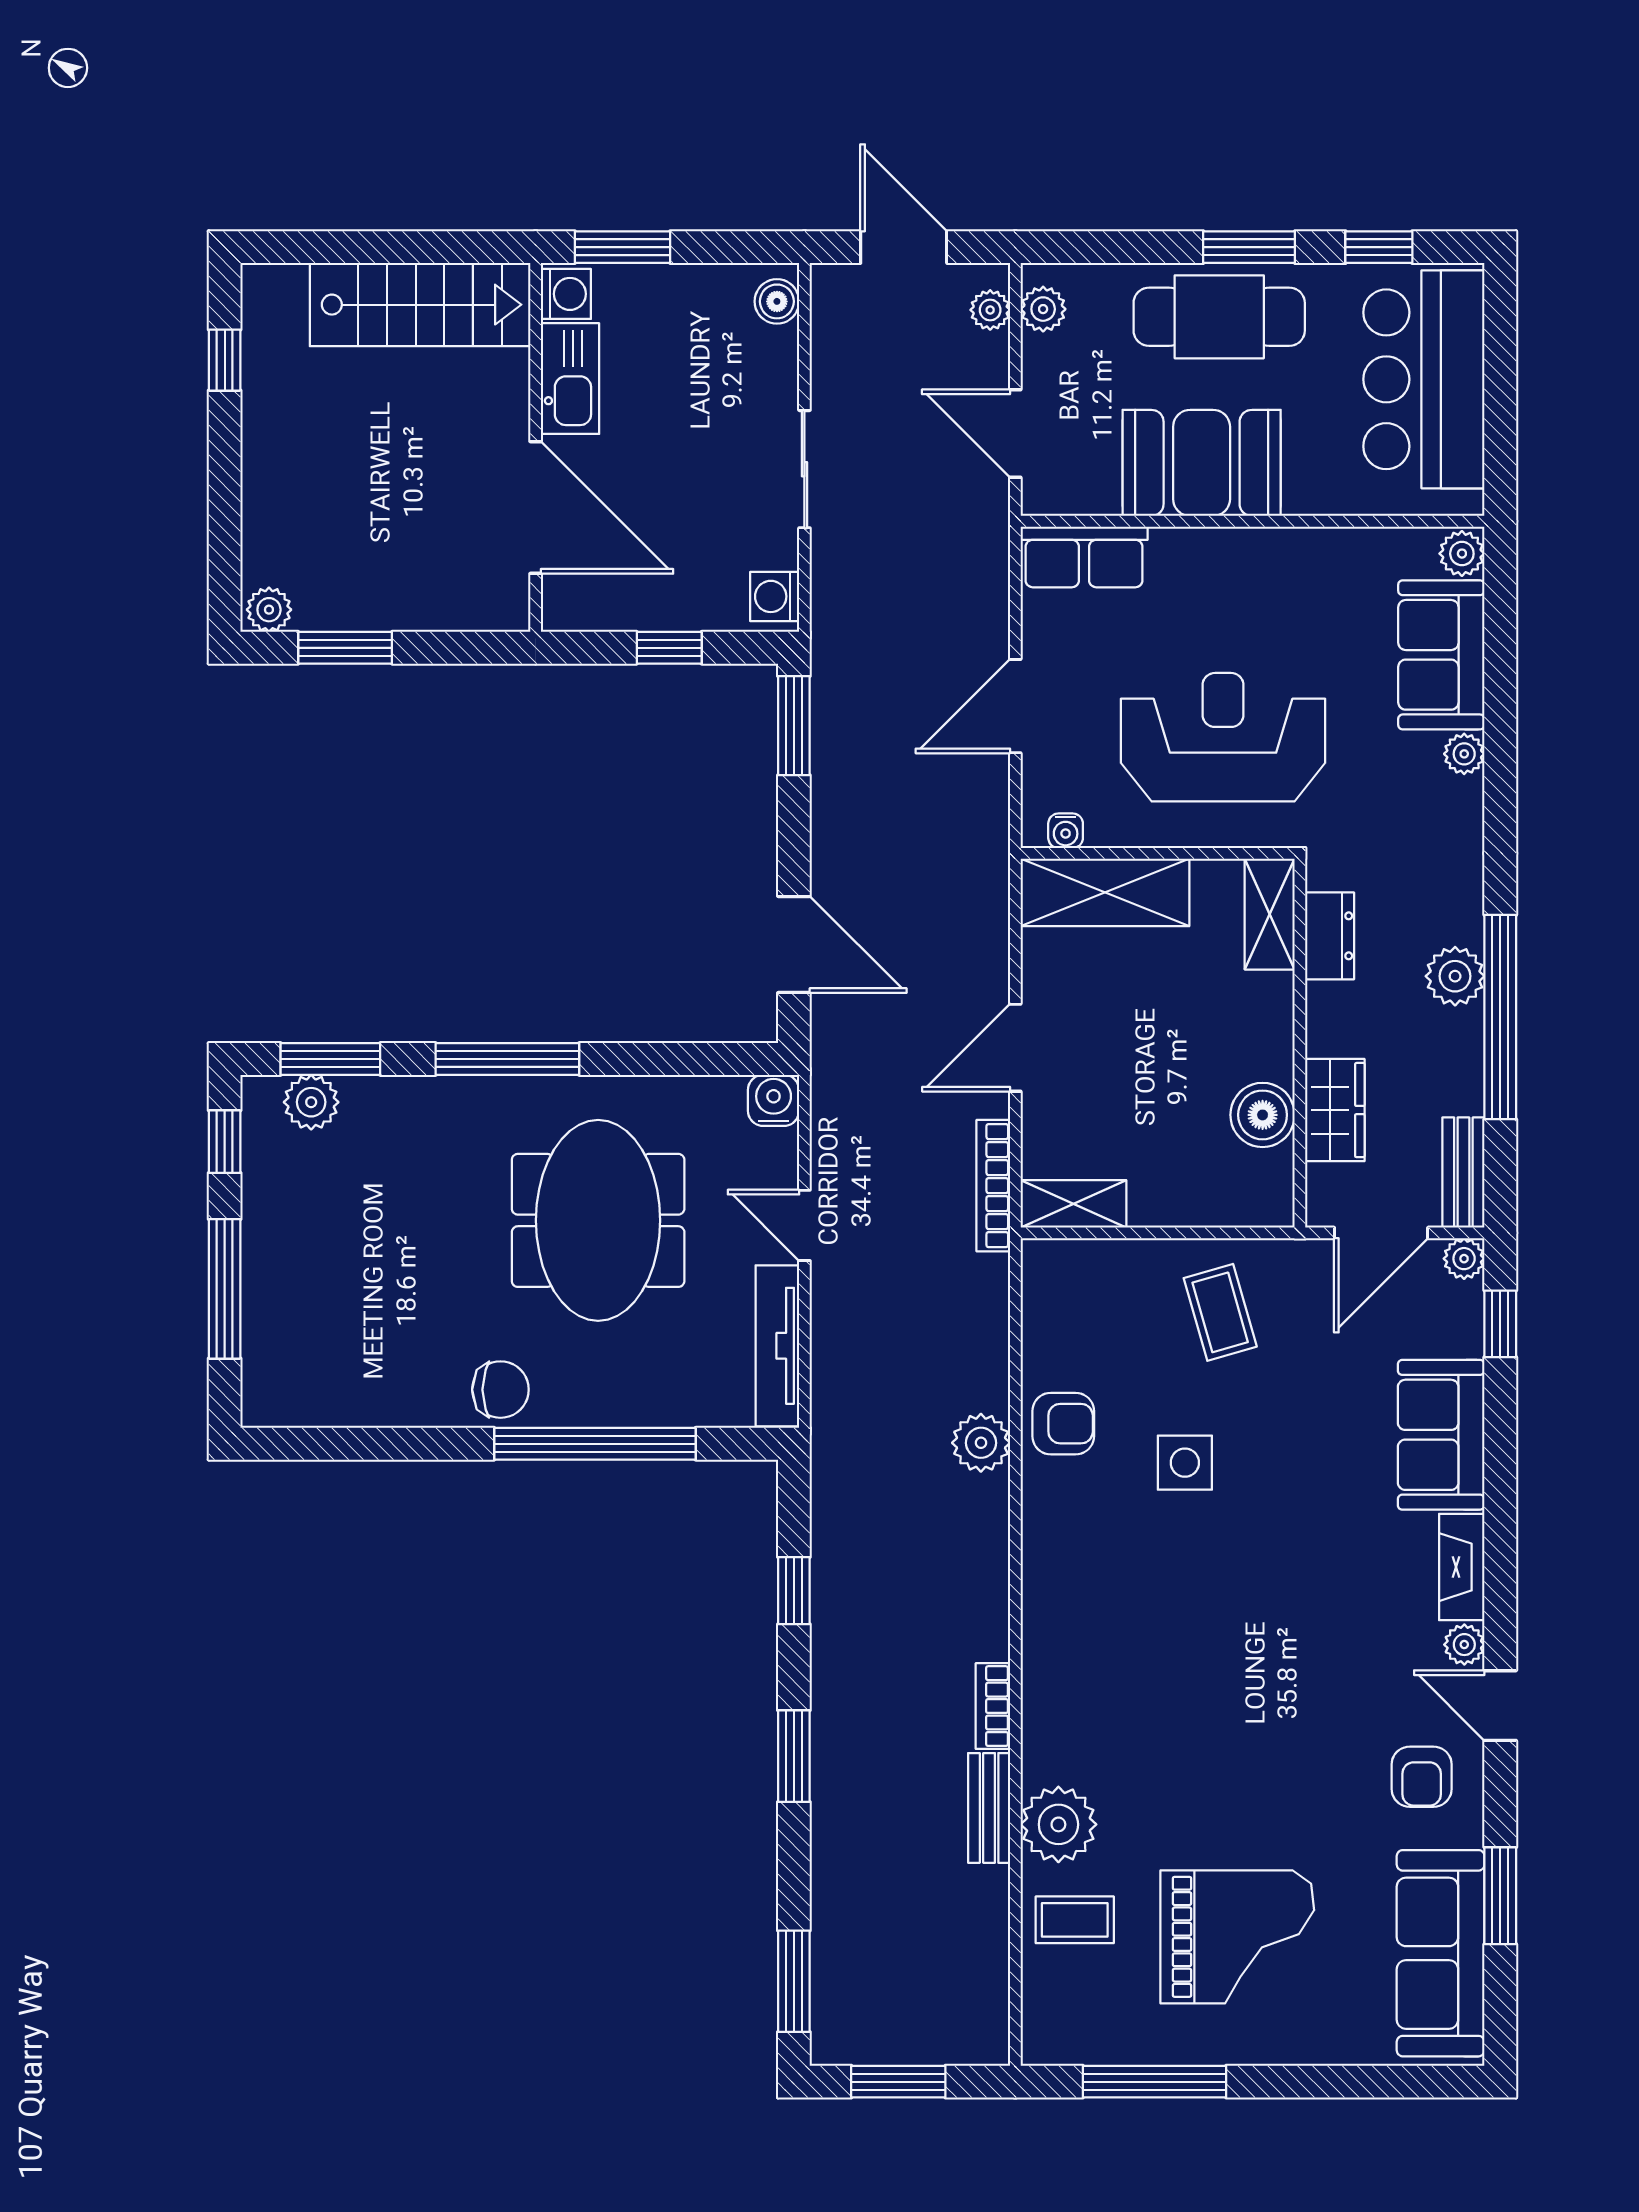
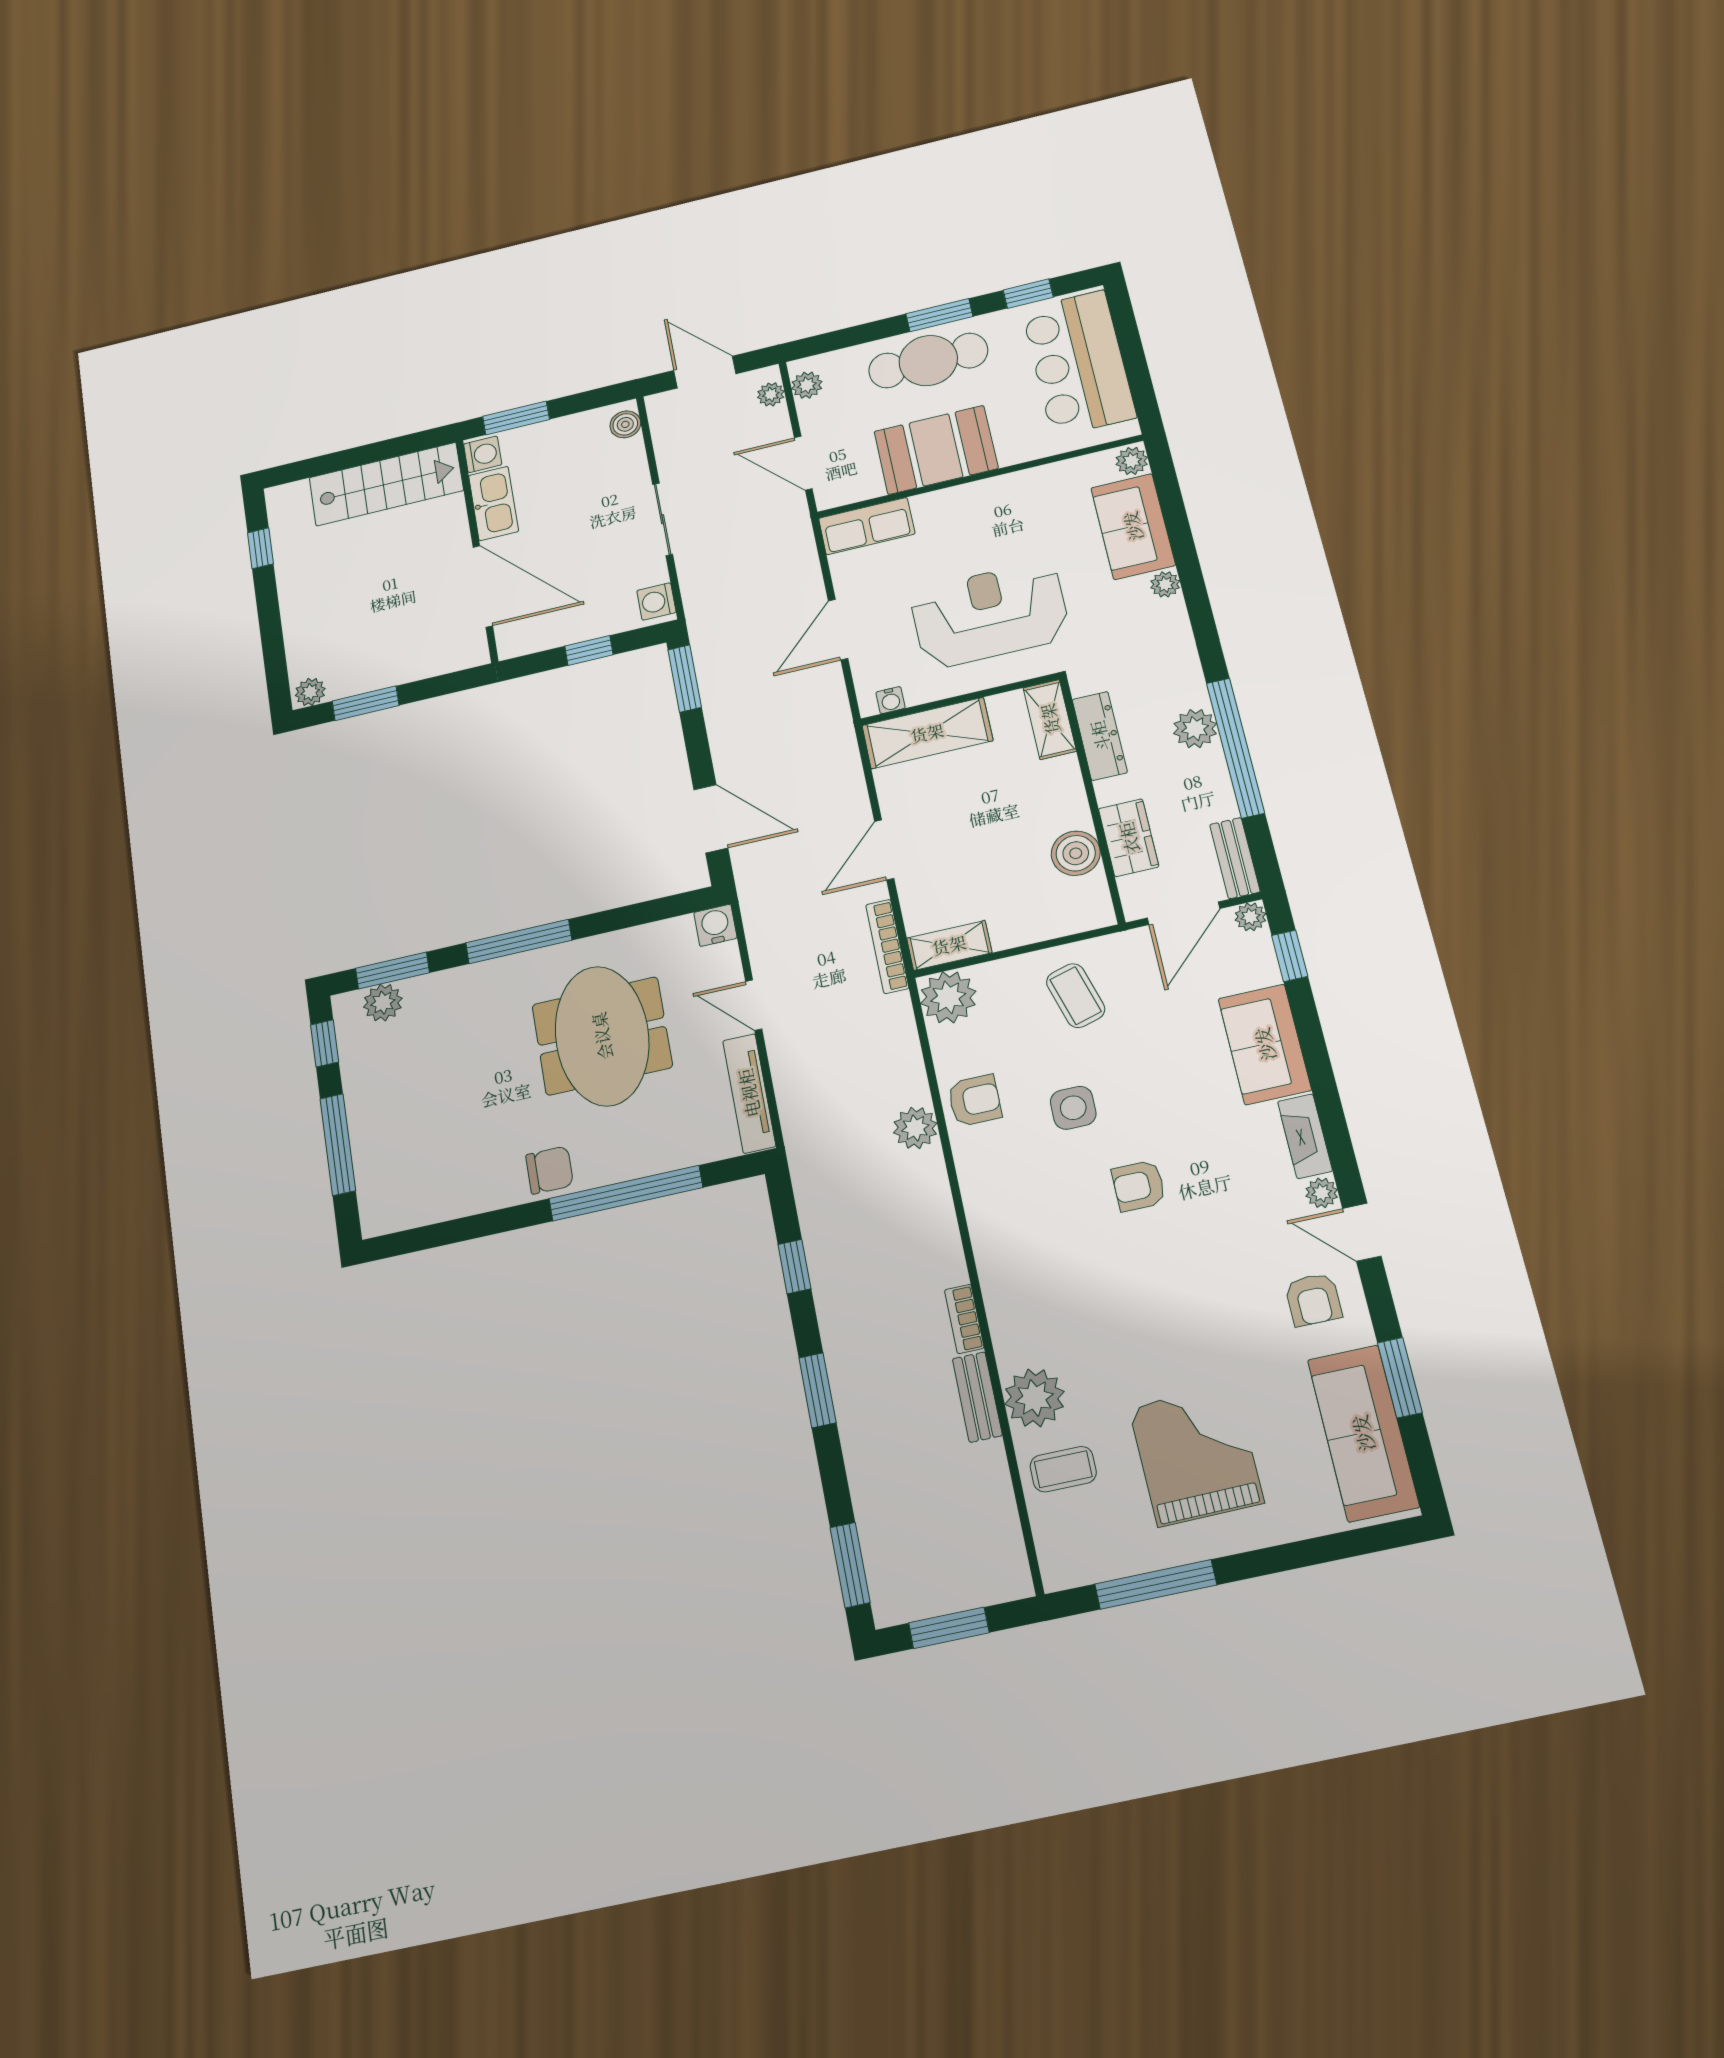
dresser: (1330, 936) -> (1100, 736), width x1.44
plant: (1058, 1275) -> (948, 997), added
armchair: (1244, 1584) -> (1139, 1186), added
grand piano: (1237, 1937) -> (1196, 1455), turned -91

